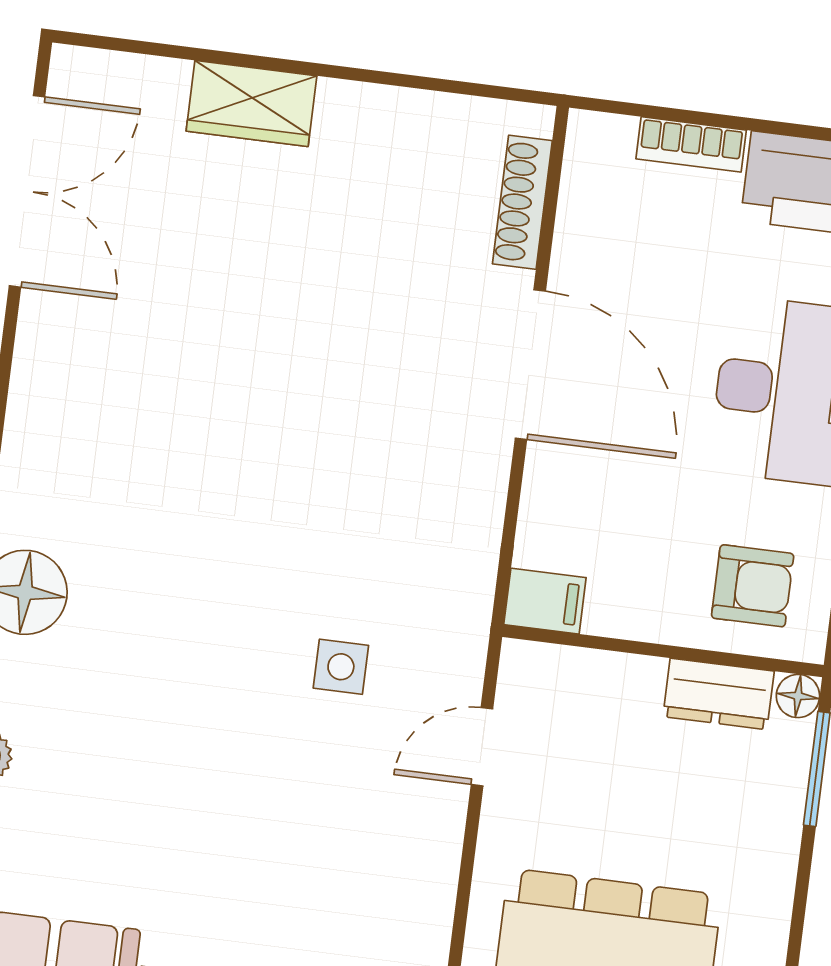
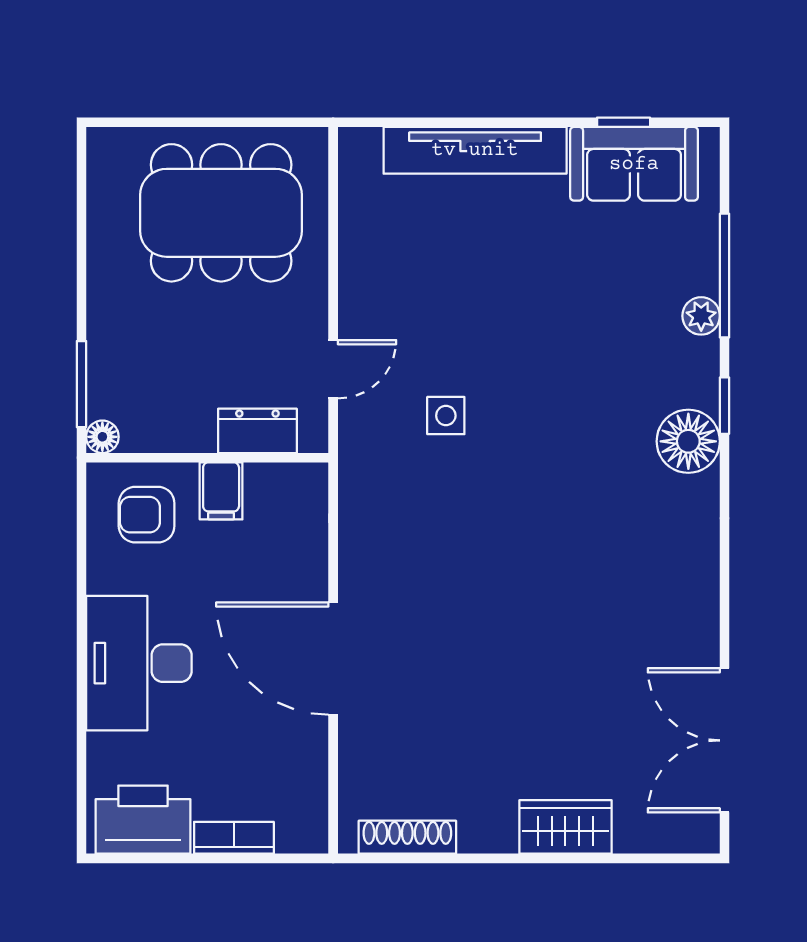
shoe rack: (522, 202) -> (407, 837), moved, turned -90
filing cabinet: (545, 601) -> (221, 491), moved, turned -90
dresser: (719, 694) -> (257, 431), moved

